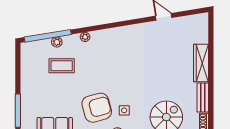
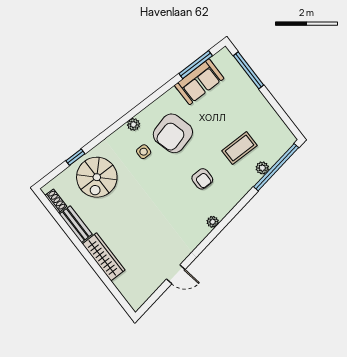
plant: (85, 37) -> (213, 222), moved
armchair: (100, 64) -> (202, 179), added

